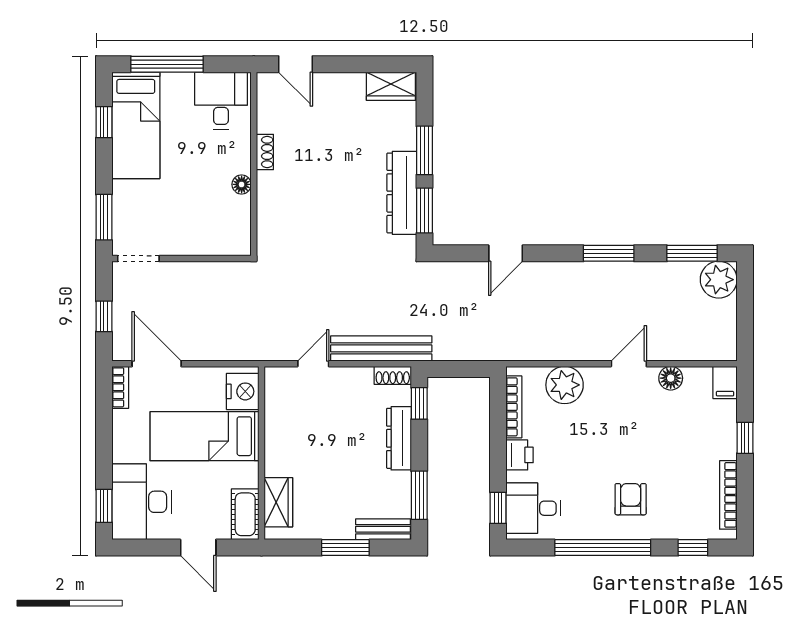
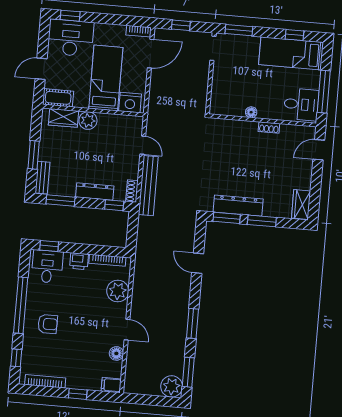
window: (167, 64) -> (324, 92), moved
plant: (279, 460) -> (88, 121), added

